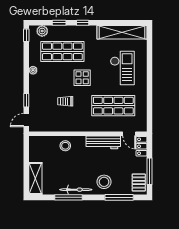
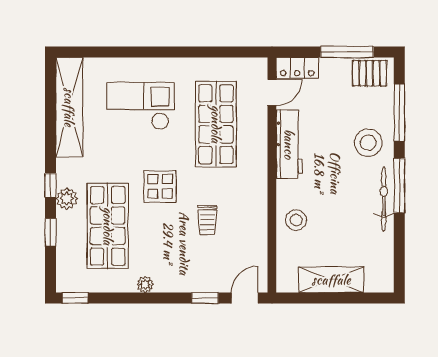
plant: (42, 31) -> (67, 199), moved
door: (26, 120) -> (245, 298), swing flipped
shelving: (35, 179) -> (331, 280), moved
window: (69, 197) -> (399, 186), moved

